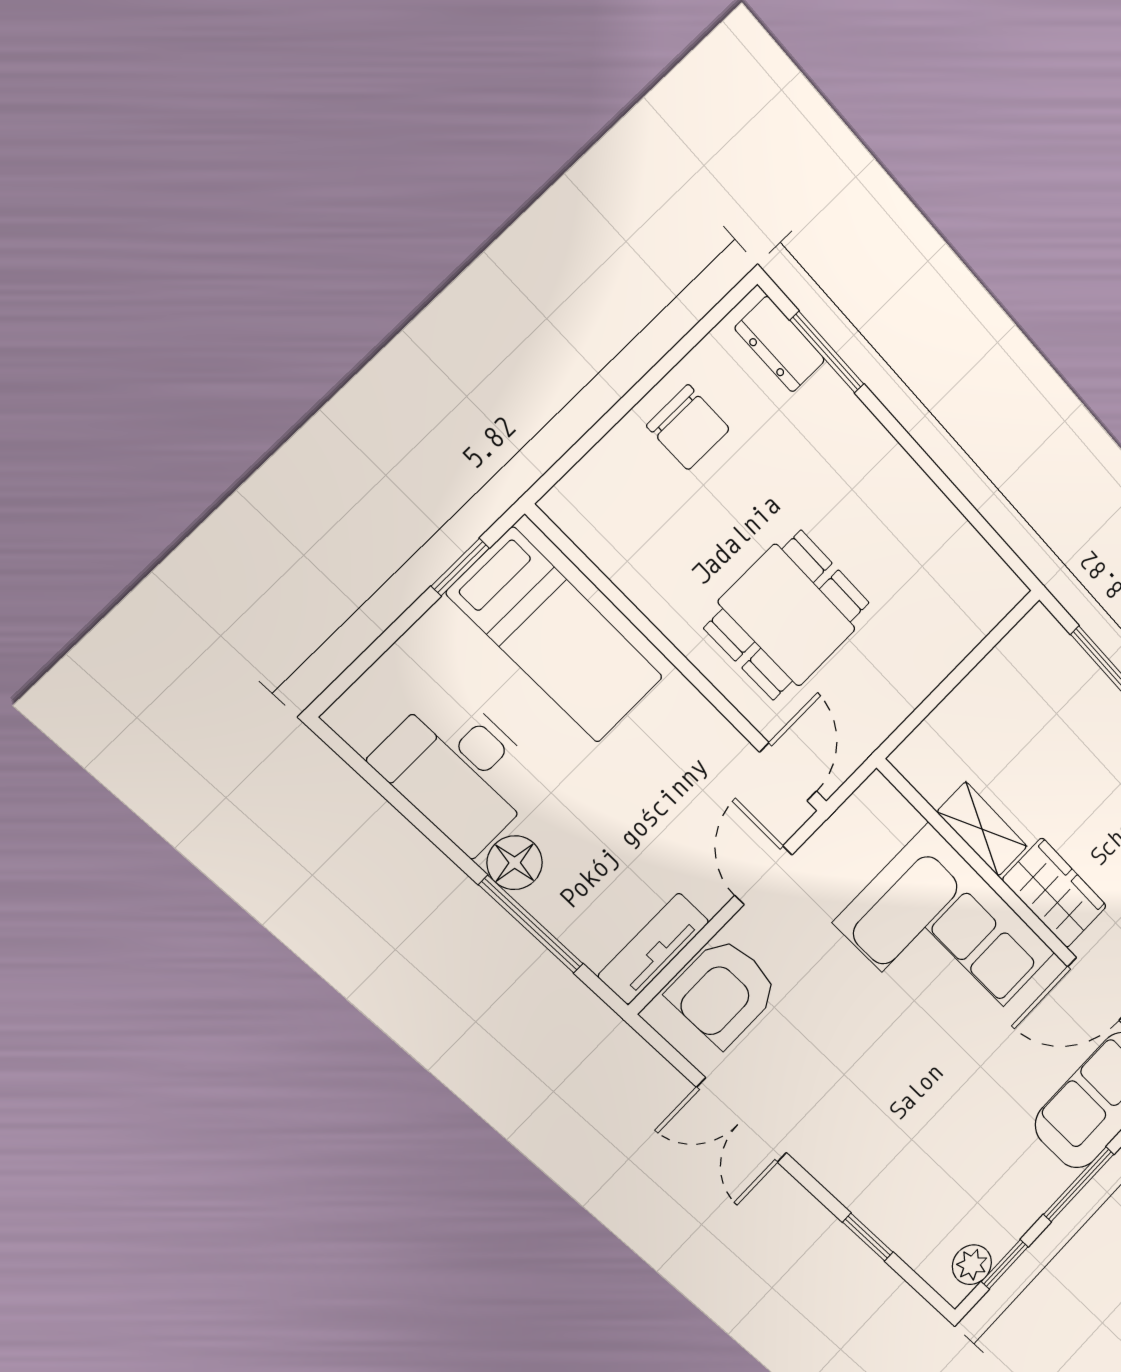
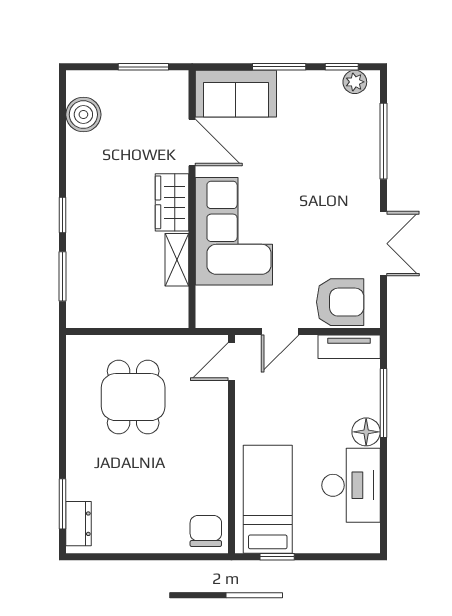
chair: (688, 427) -> (206, 531), moved
dining table: (787, 615) -> (133, 397), moved, turned 90
window: (868, 1237) -> (384, 141), width x2.17

